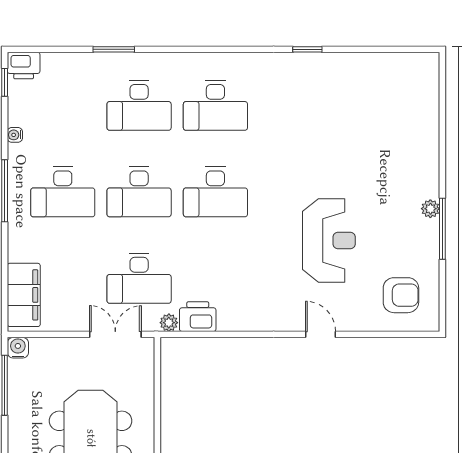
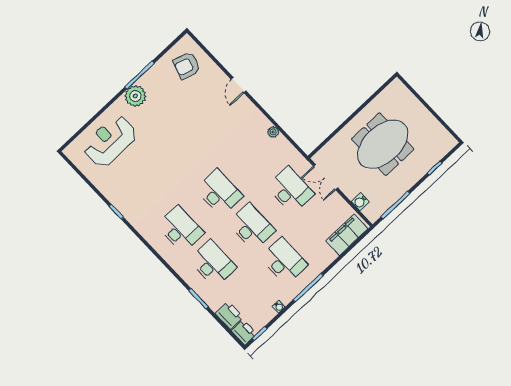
plant: (430, 209) -> (135, 96), width x1.88, depth x1.88
reception desk: (329, 240) -> (110, 141), moved
armchair: (401, 295) -> (187, 66), turned -72
printer: (198, 317) -> (229, 315), moved, turned 180
plant: (169, 323) -> (273, 132), moved
water cooler: (18, 348) -> (360, 202), moved

